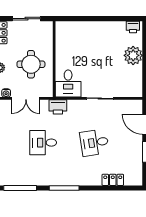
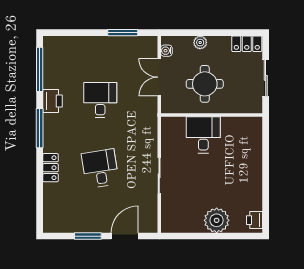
desk: (68, 84) -> (203, 135), moved, turned 90
printer: (58, 107) -> (53, 101), moved, turned 180
locker: (113, 180) -> (50, 168), moved

